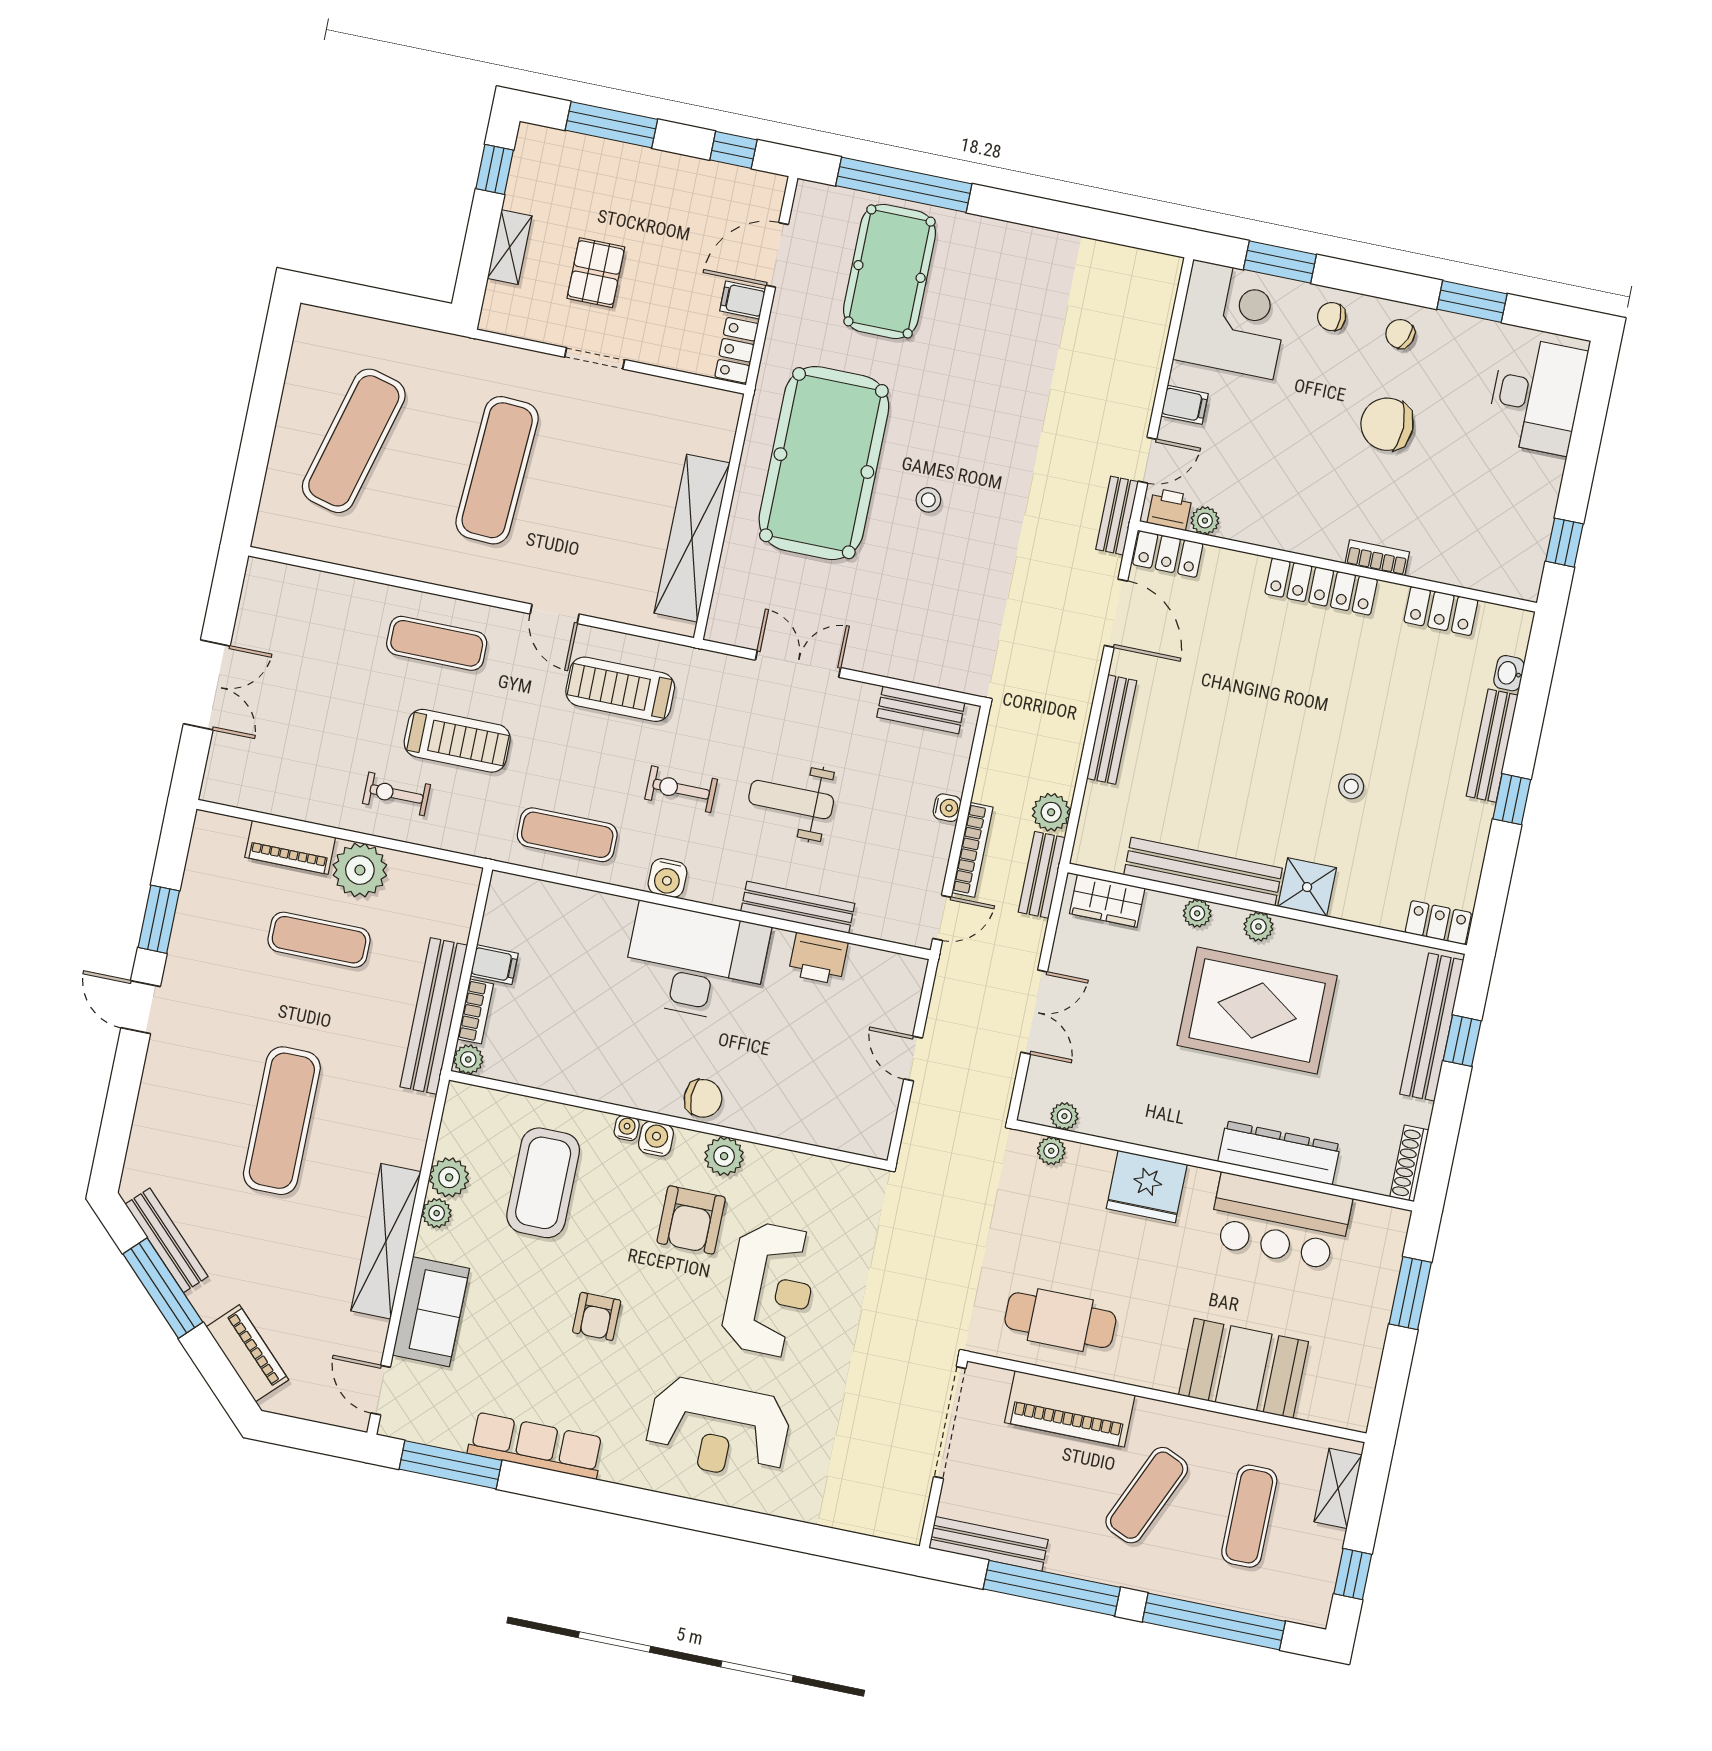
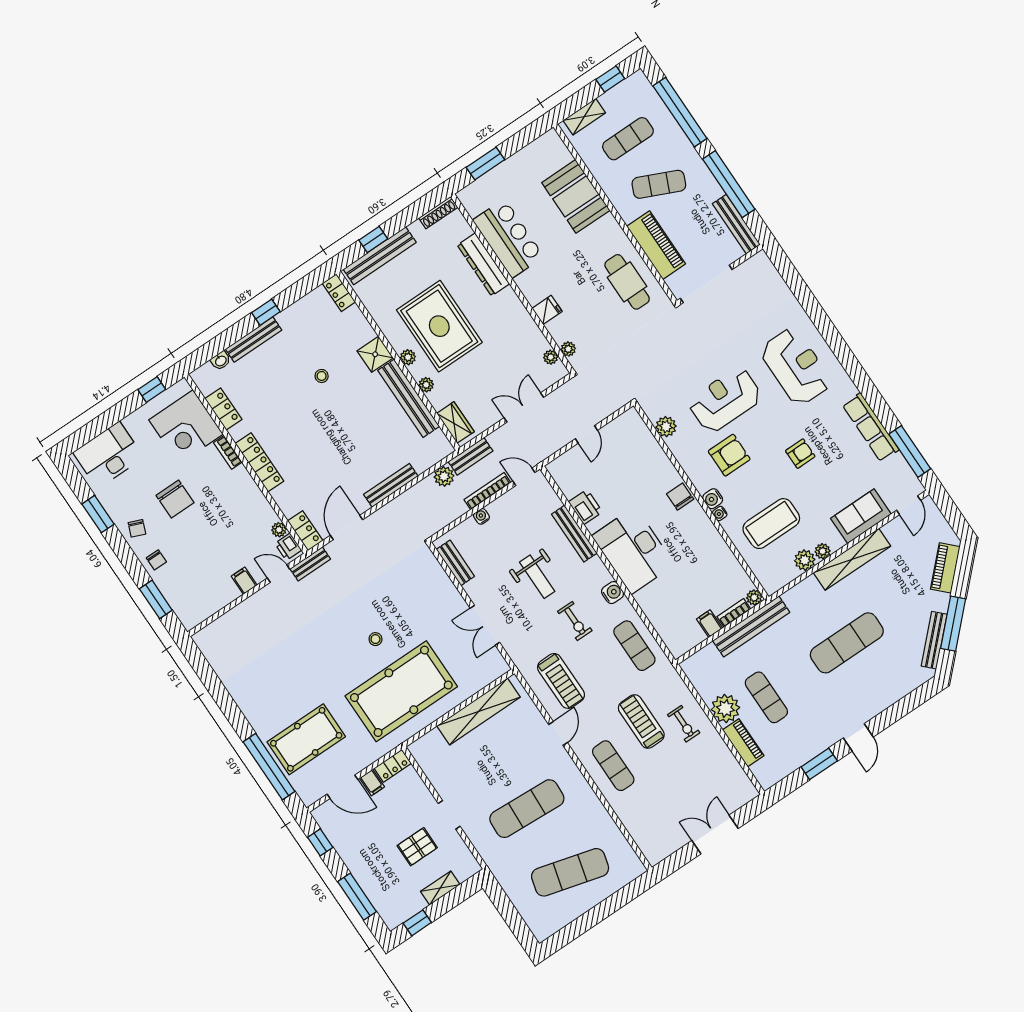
corner desk: (1233, 320) -> (186, 427), moved, turned -90
plant: (724, 1156) -> (666, 427), moved
fridge: (1147, 1186) -> (547, 310), width x0.53, depth x0.75

